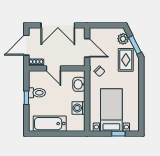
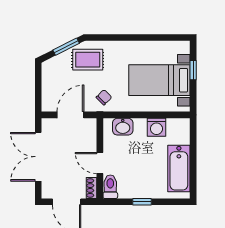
double door: (58, 25) -> (38, 157), swing flipped
plant: (123, 39) -> (58, 64), removed
door: (54, 68) -> (100, 163), swing flipped
toilet: (37, 93) -> (110, 187), moved

